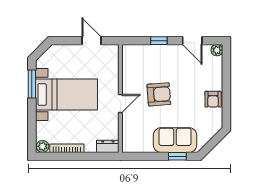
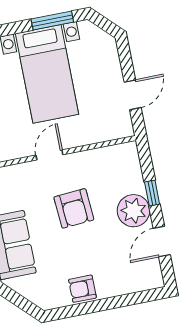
plant: (217, 50) -> (134, 211), moved, width x1.88, depth x1.88
door: (120, 104) -> (49, 155), swing flipped

